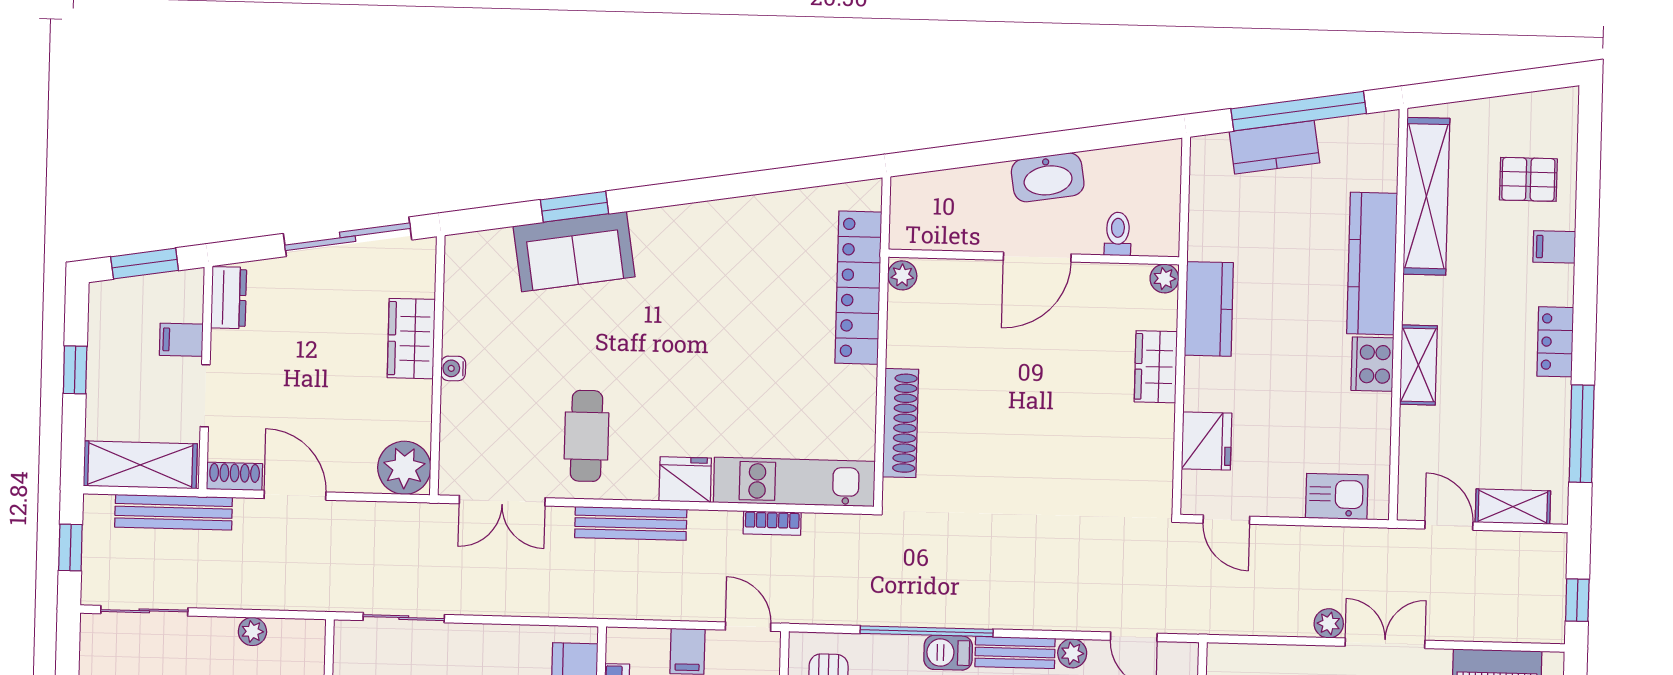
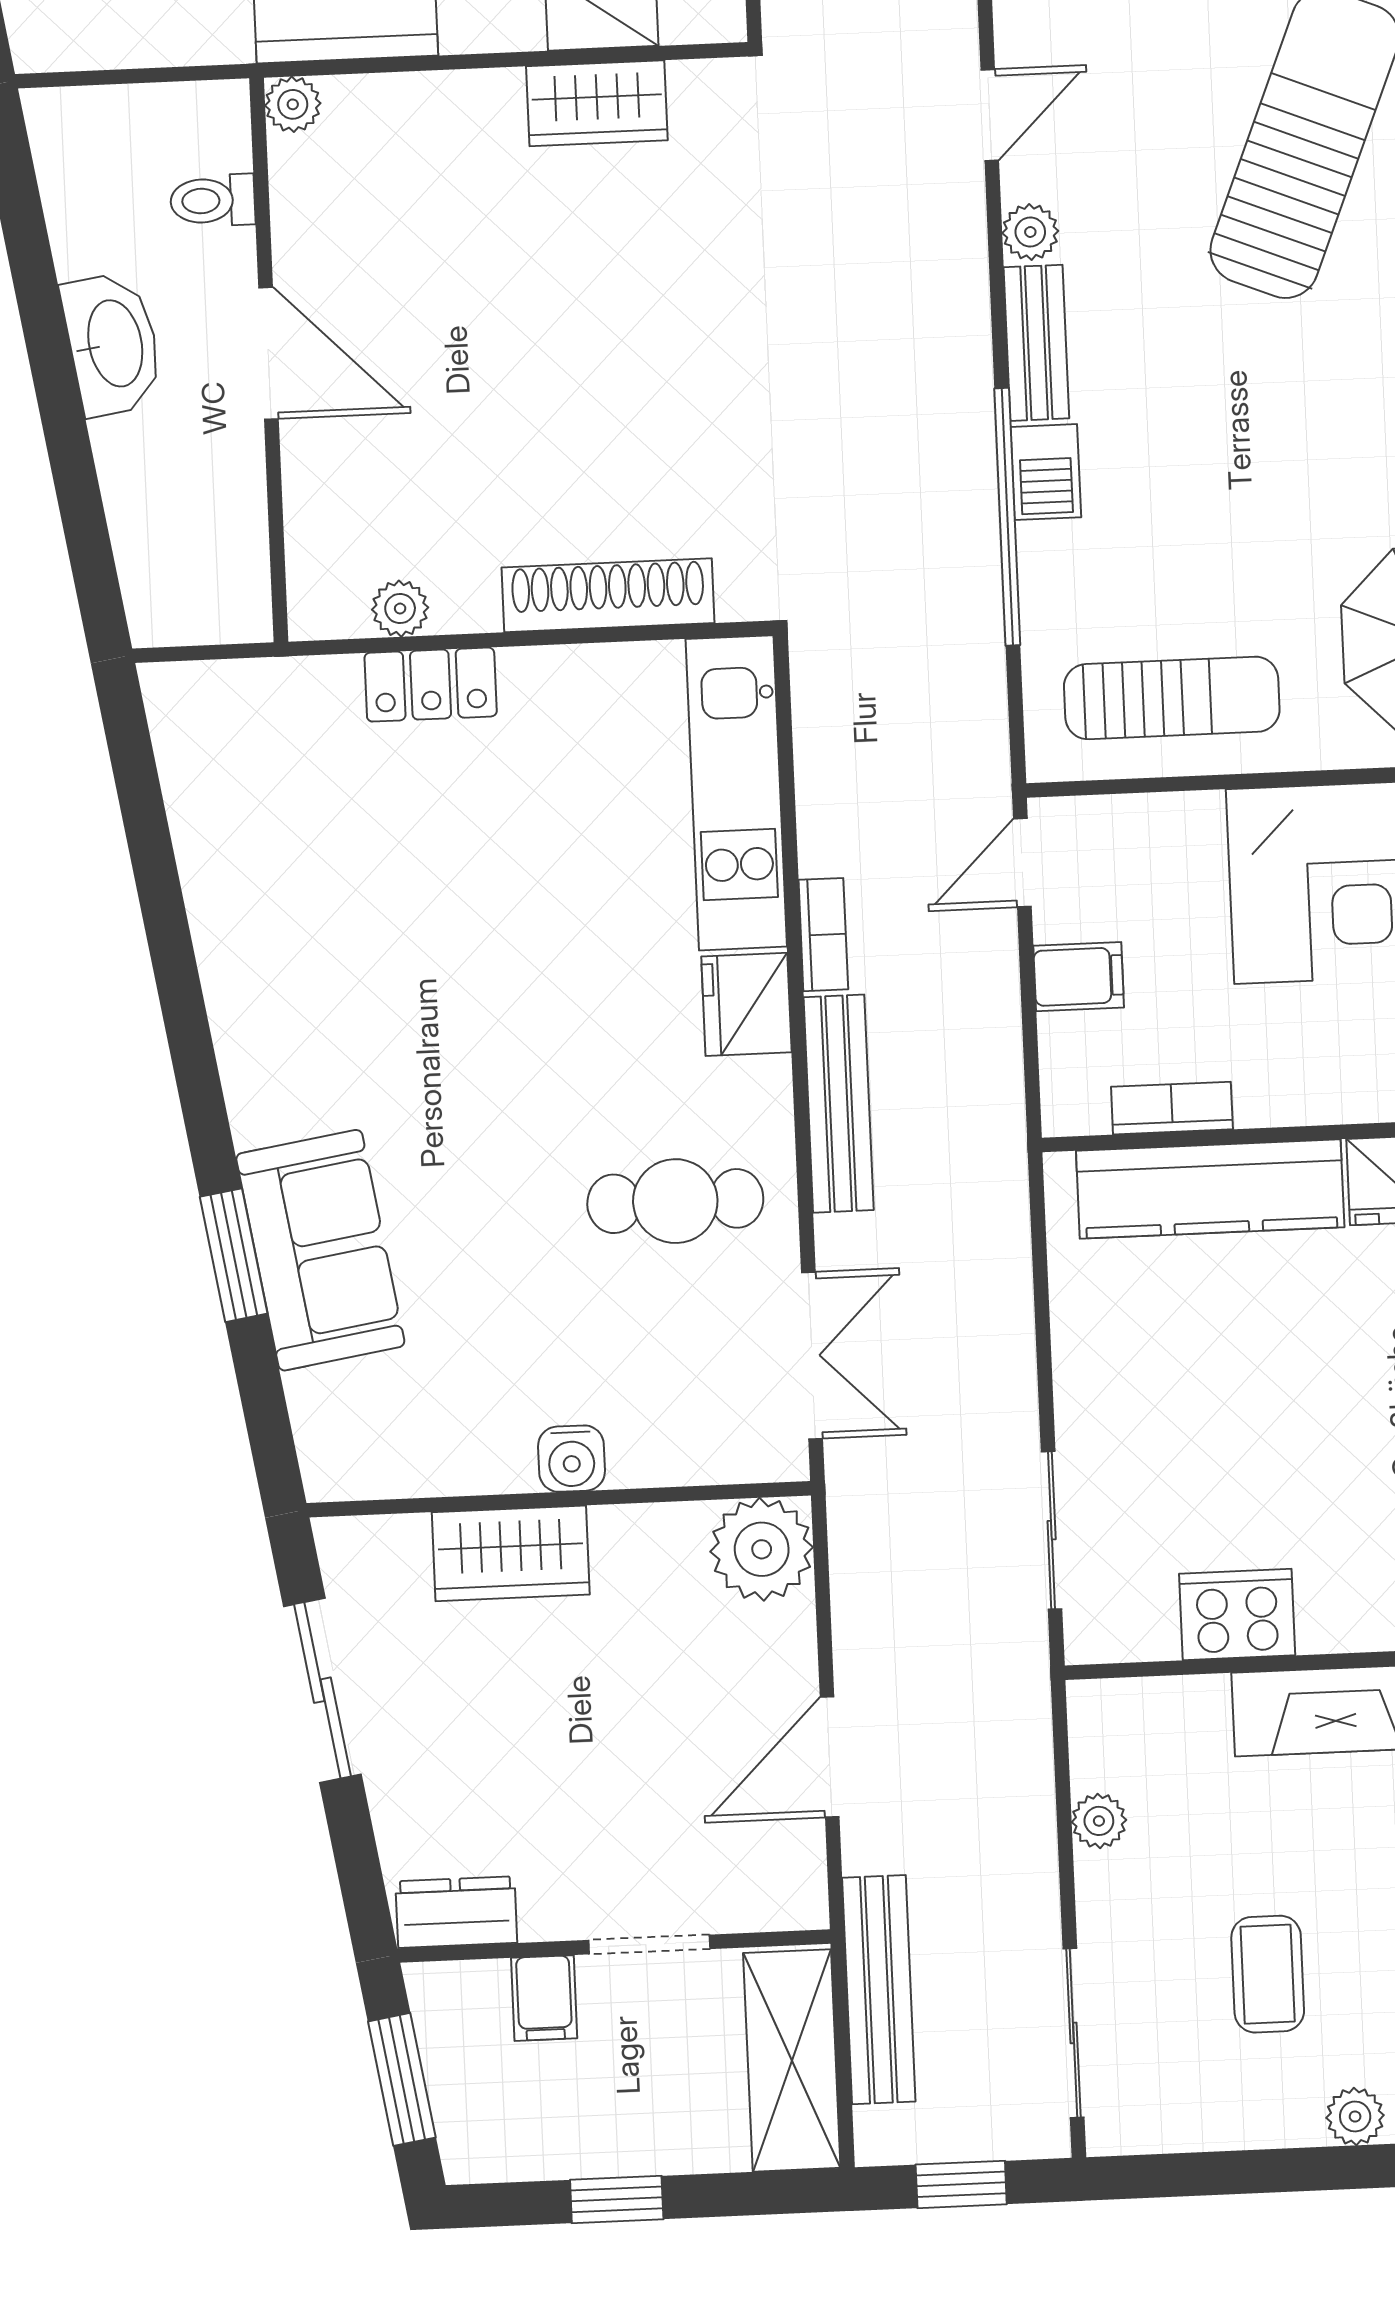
sliding door: (348, 237) -> (322, 1690), width x0.73
plant: (902, 275) -> (400, 609), moved
locker: (858, 288) -> (431, 685), width x0.46, depth x0.83
wardrobe: (1156, 367) -> (597, 103), moved
water cooler: (453, 368) -> (571, 1459), width x1.38, depth x1.38
shoe rack: (234, 476) -> (801, 1877), removed
bookcase: (772, 523) -> (823, 935), moved

